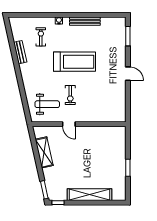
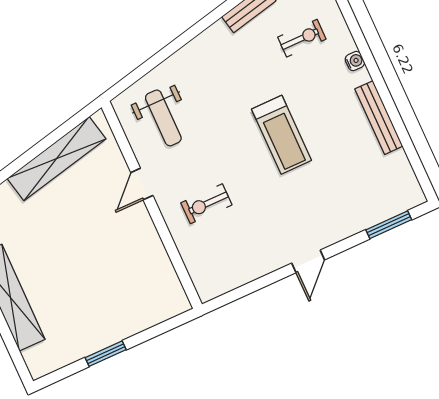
treadmill: (74, 62) -> (281, 135), width x0.73, depth x0.73
exercise bike: (70, 95) -> (206, 204), moved
shelving: (44, 152) -> (57, 159), width x1.47

